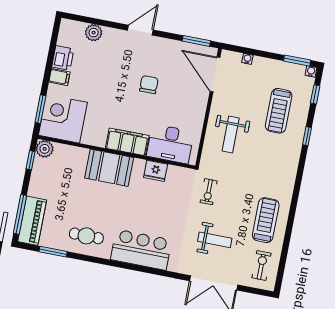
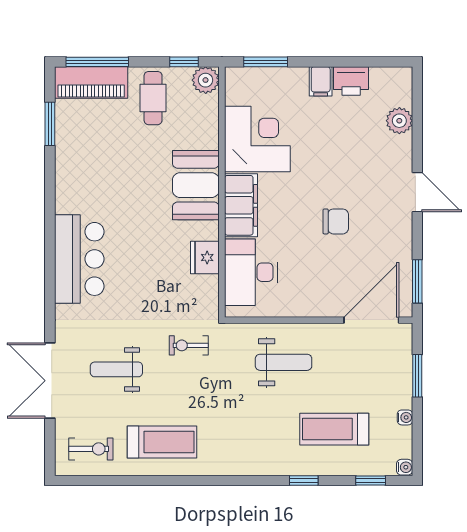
water cooler: (247, 59) -> (405, 417), moved
window: (297, 61) -> (417, 376), moved
corner desk: (63, 119) -> (257, 139), moved
weight bench: (231, 134) -> (284, 362), turned 180
cafe table: (86, 236) -> (153, 98), moved
weight bench: (215, 240) -> (116, 369), turned 90

